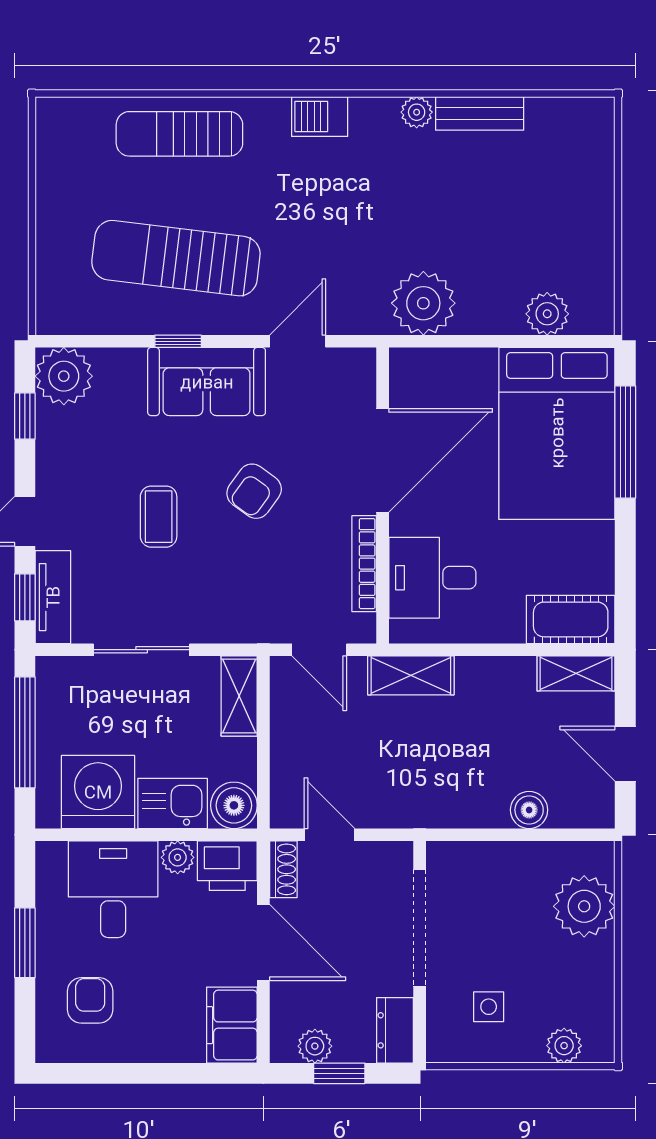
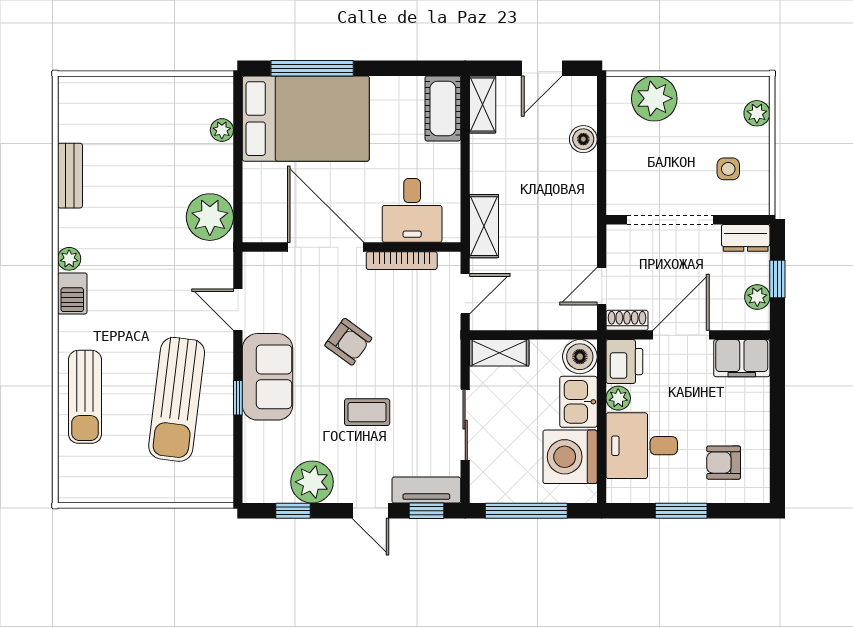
plant: (417, 112) -> (69, 259), moved
plant: (547, 314) -> (222, 130), width x0.73, depth x0.73
plant: (64, 376) -> (312, 482), moved

